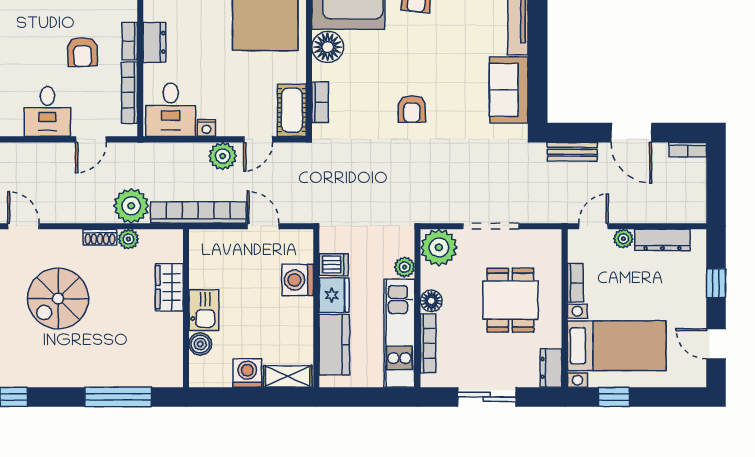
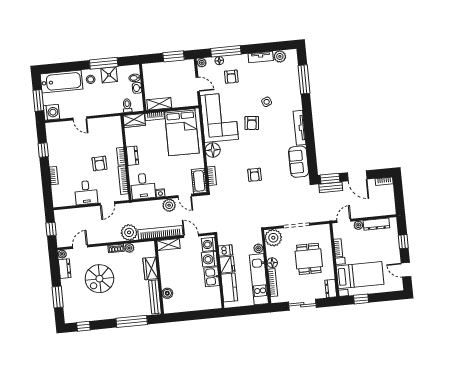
window: (573, 133) -> (330, 179), added
door: (258, 139) -> (185, 196), hinge flipped
door: (23, 226) -> (80, 247), hinge flipped
kitchen sink: (204, 310) -> (212, 277), moved, turned 180
bench: (173, 349) -> (155, 297), added
washing machine: (247, 373) -> (209, 244), moved, turned -90
shelving: (288, 376) -> (169, 244), moved

